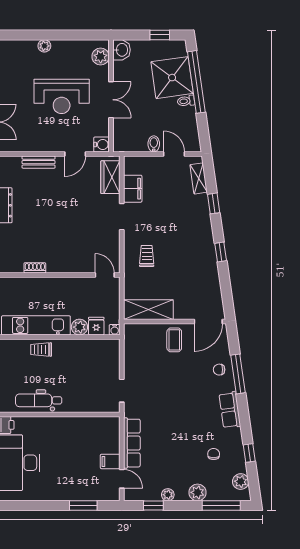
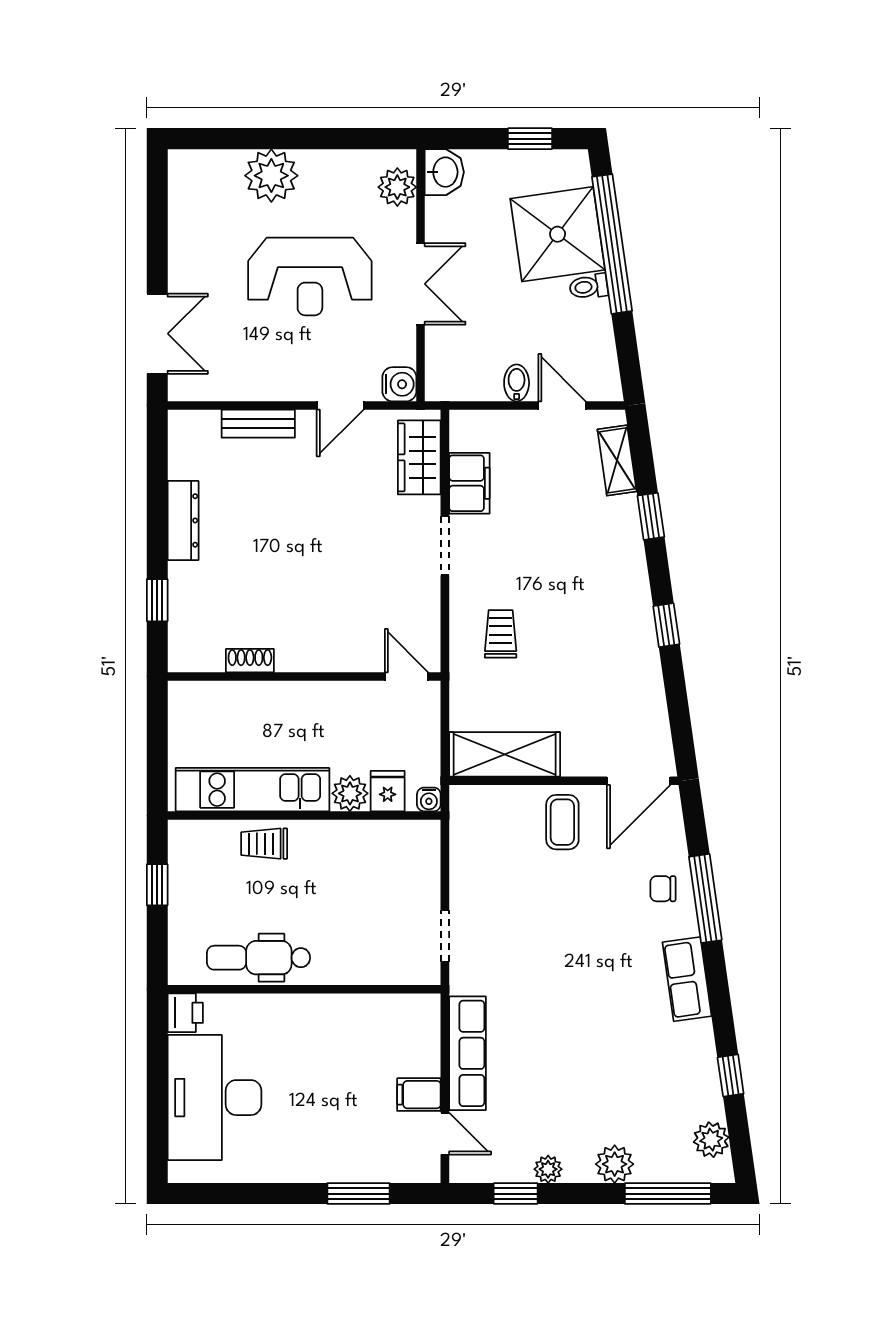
plant: (44, 46) -> (271, 176), width x1.88, depth x1.88
chair: (214, 454) -> (651, 1078), removed

